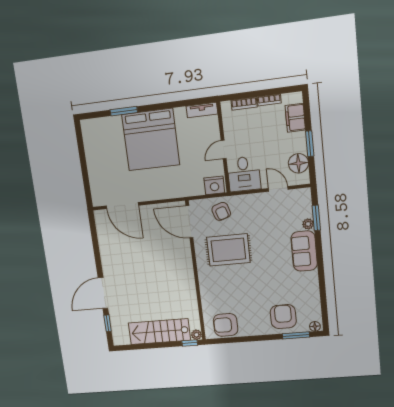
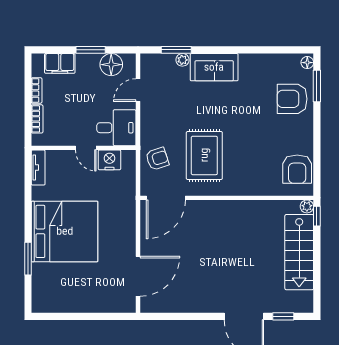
nightstand: (214, 185) -> (109, 160), moved, turned -90

